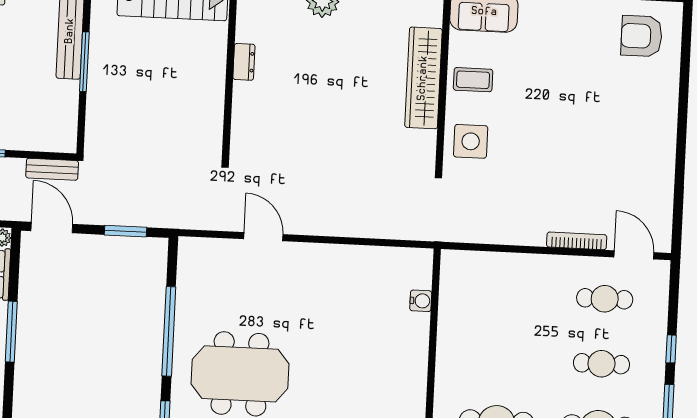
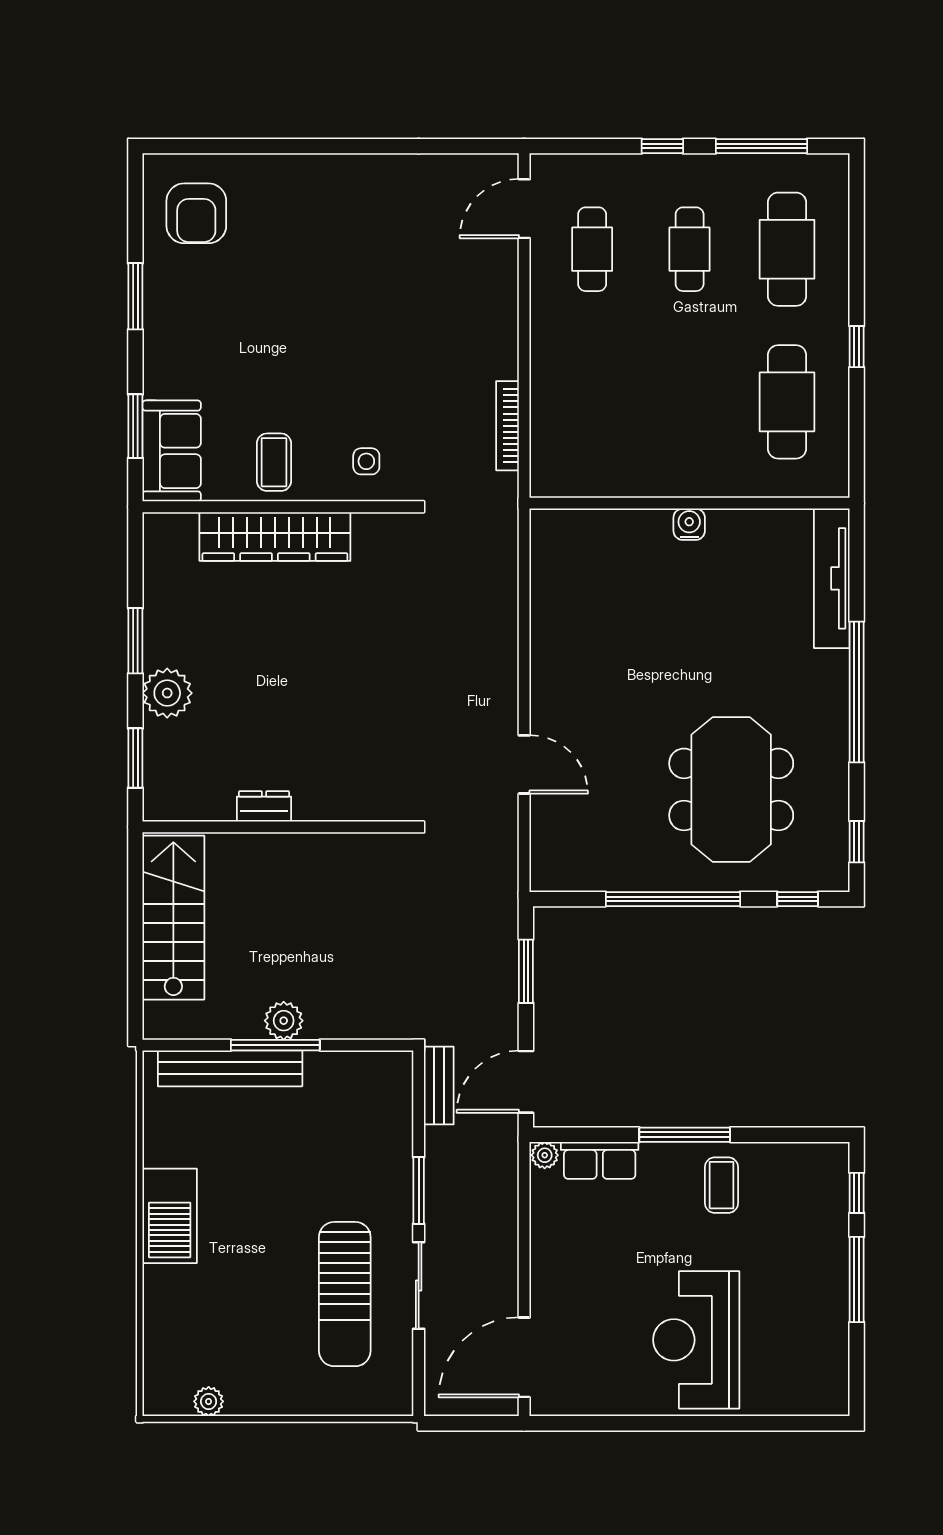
plant: (100, 68) -> (284, 1021), added
side table: (471, 141) -> (366, 461), width x0.54, depth x0.54
door: (263, 237) -> (524, 764), swing flipped
bookcase: (577, 241) -> (507, 426), moved
water cooler: (421, 301) -> (689, 524), moved

